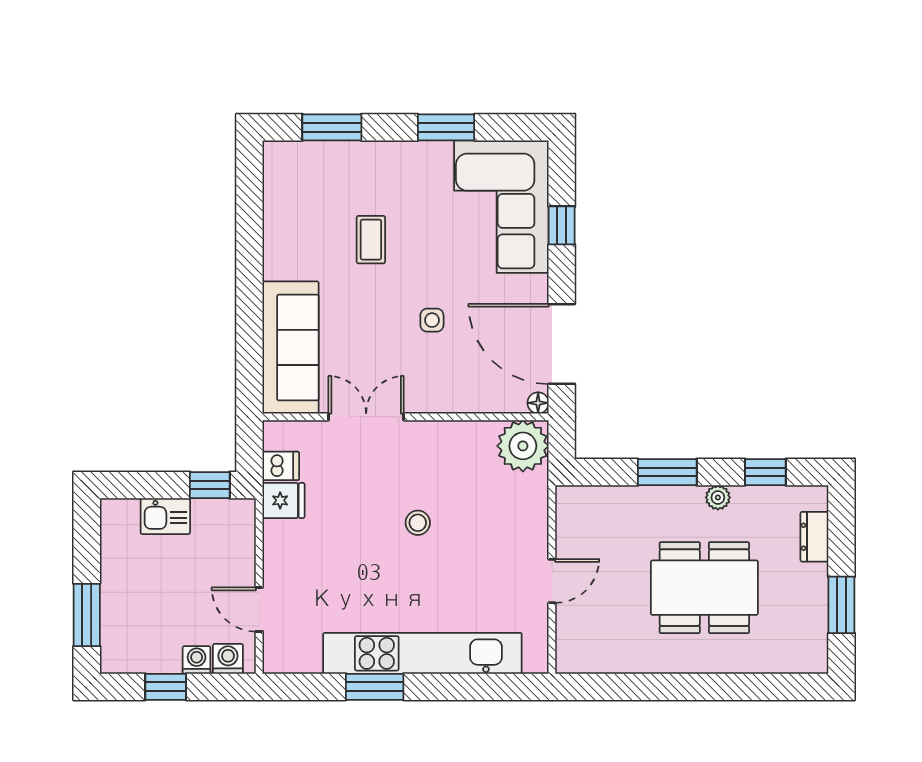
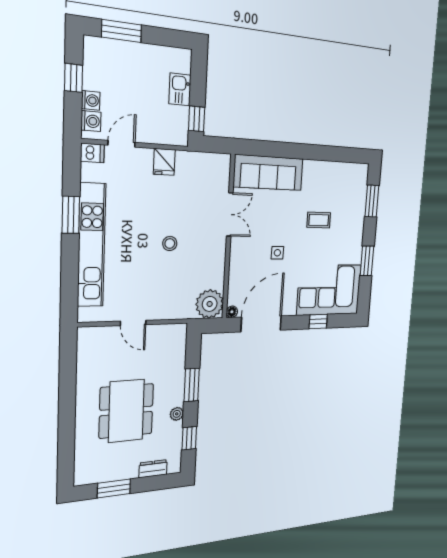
dishwasher: (281, 466) -> (92, 153), moved, turned -90
fridge: (283, 500) -> (164, 162), moved

